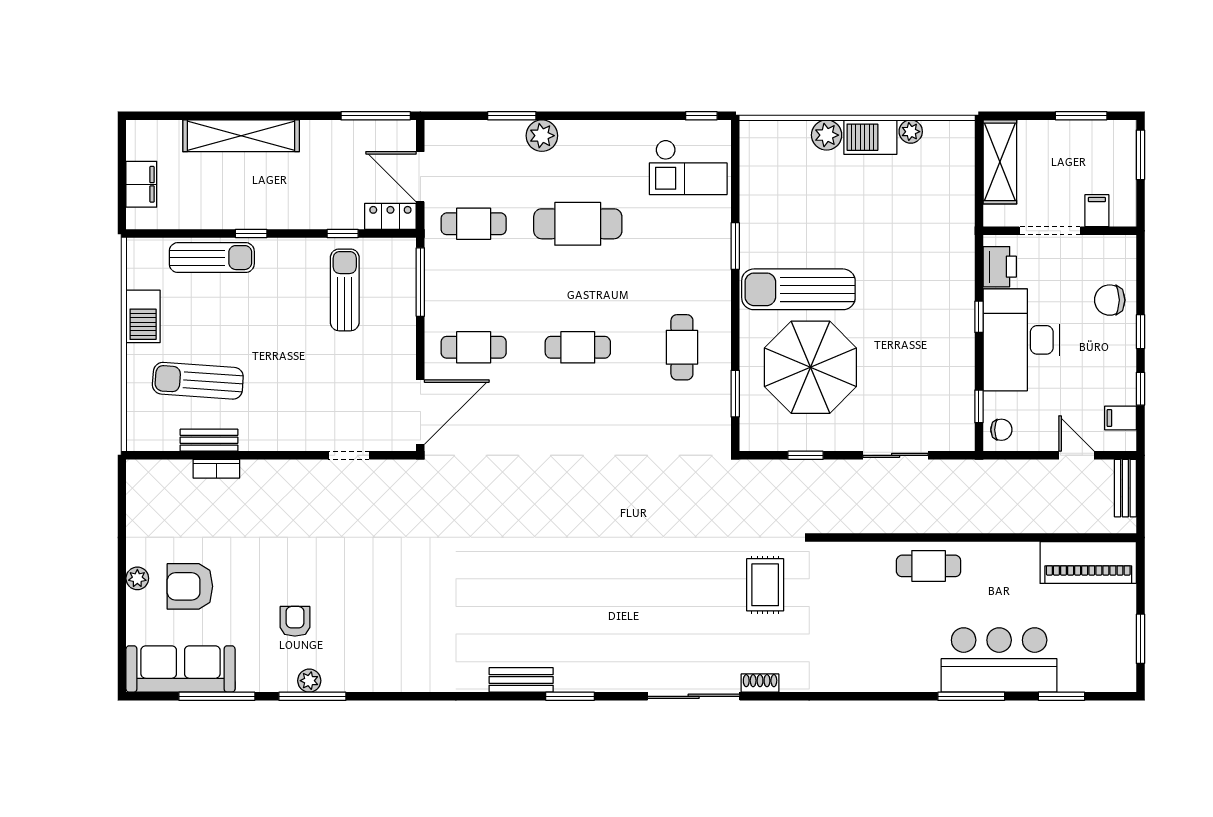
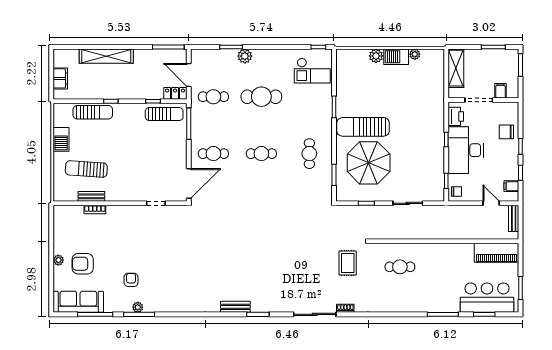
sun lounger: (345, 290) -> (164, 114), moved, turned 90
cafe table: (929, 566) -> (400, 267), moved
bar counter: (999, 660) -> (487, 298), moved

